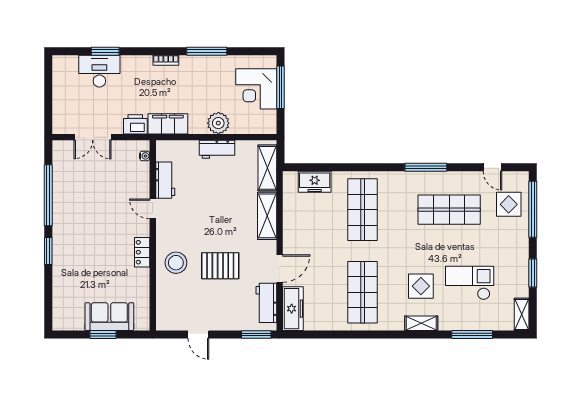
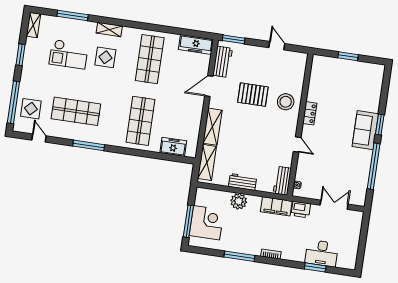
workbench: (165, 180) -> (282, 181), moved
freezer: (293, 309) -> (196, 44), moved, turned -90
sofa: (109, 317) -> (365, 130), moved, turned 90

